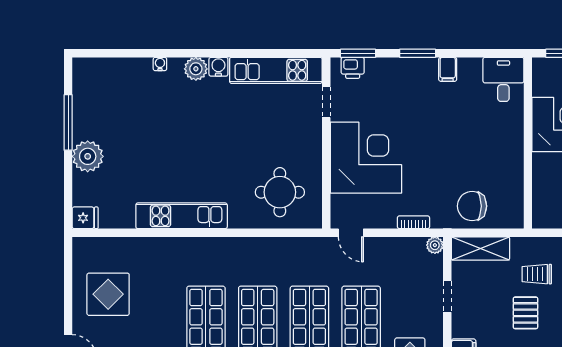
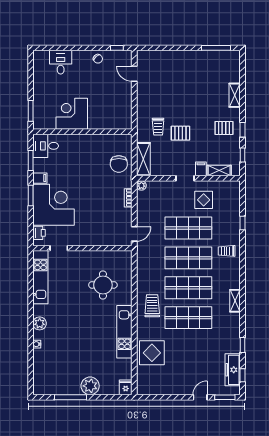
window: (358, 53) -> (31, 161), moved
water cooler: (218, 67) -> (38, 310), removed
corner desk: (366, 158) -> (53, 205), moved, turned 90
round table: (280, 192) -> (103, 285), moved
trolley: (226, 264) -> (152, 306), added
display table: (108, 294) -> (152, 353), moved
doorway: (447, 297) -> (185, 178), moved

